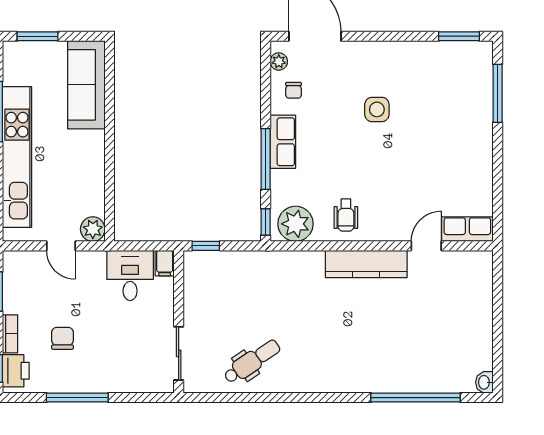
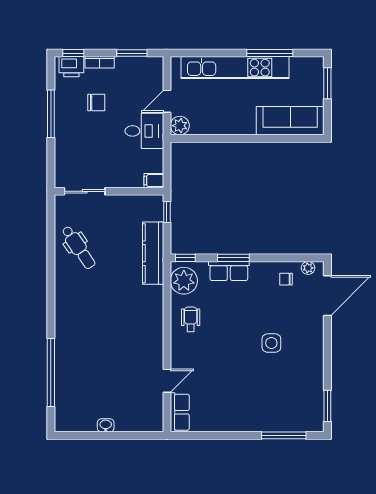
row of seats: (283, 142) -> (229, 271), moved
window: (266, 159) -> (233, 258), width x0.69
wheelchair: (346, 215) -> (191, 319), turned 90
door: (426, 246) -> (167, 381), hinge flipped
kitchen counter: (366, 264) -> (153, 253), moved
desk: (130, 275) -> (144, 131), moved
washbasin: (484, 382) -> (106, 425), moved

